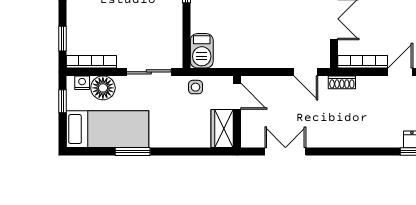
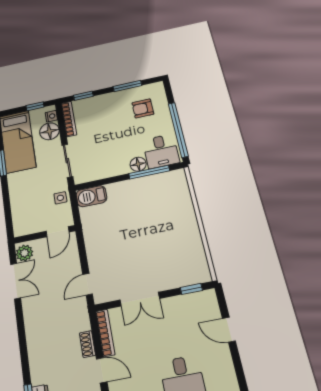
shoe rack: (342, 82) -> (87, 344), moved
wardrobe: (222, 128) -> (29, 226), removed
plant: (255, 138) -> (24, 253), added

